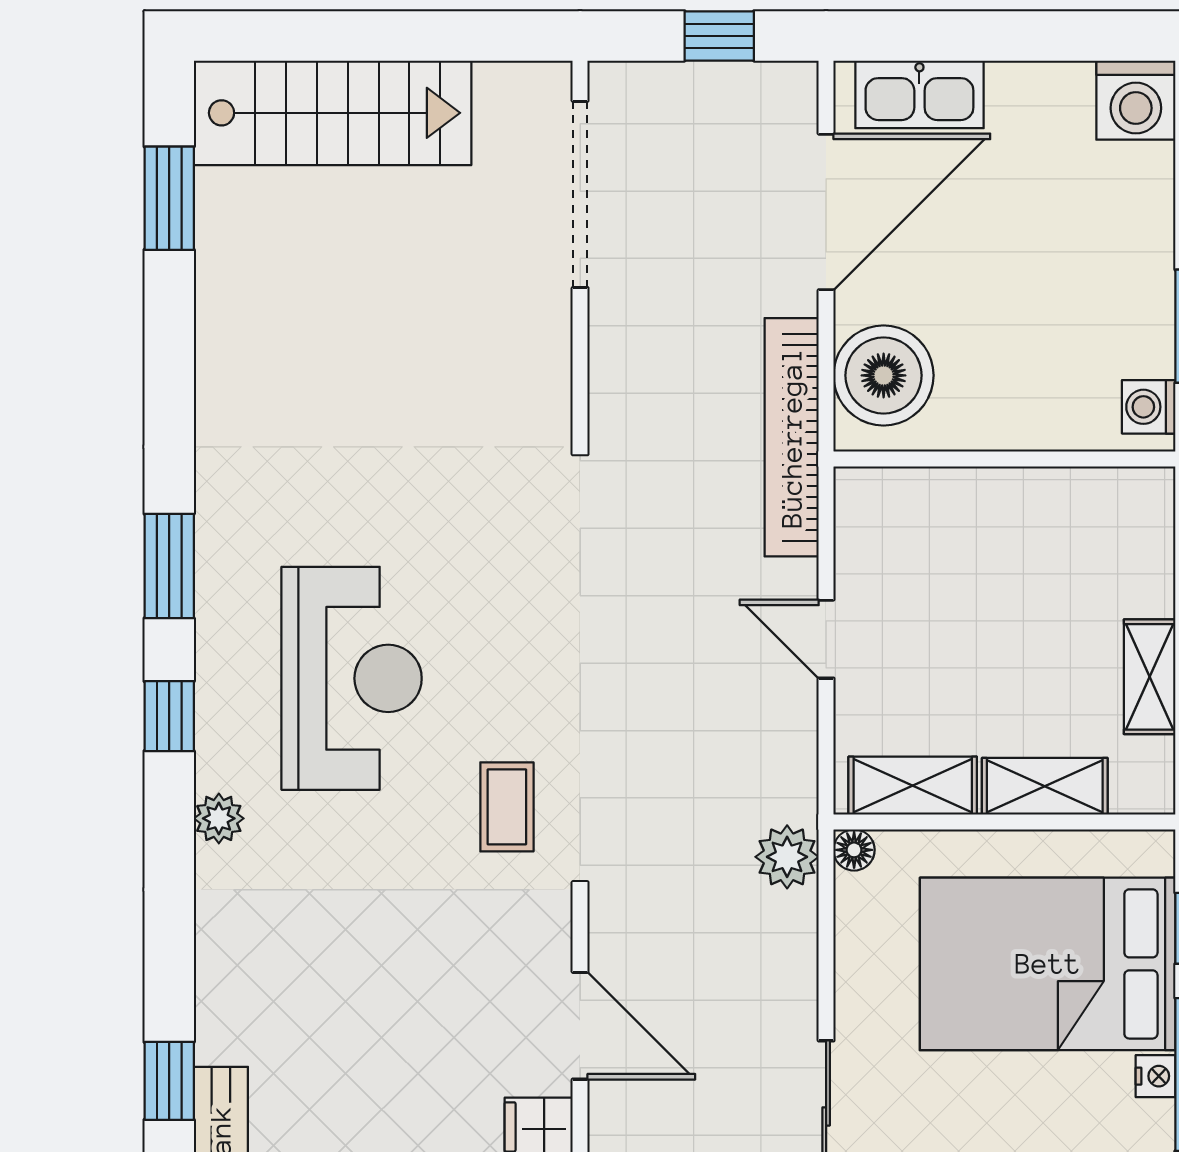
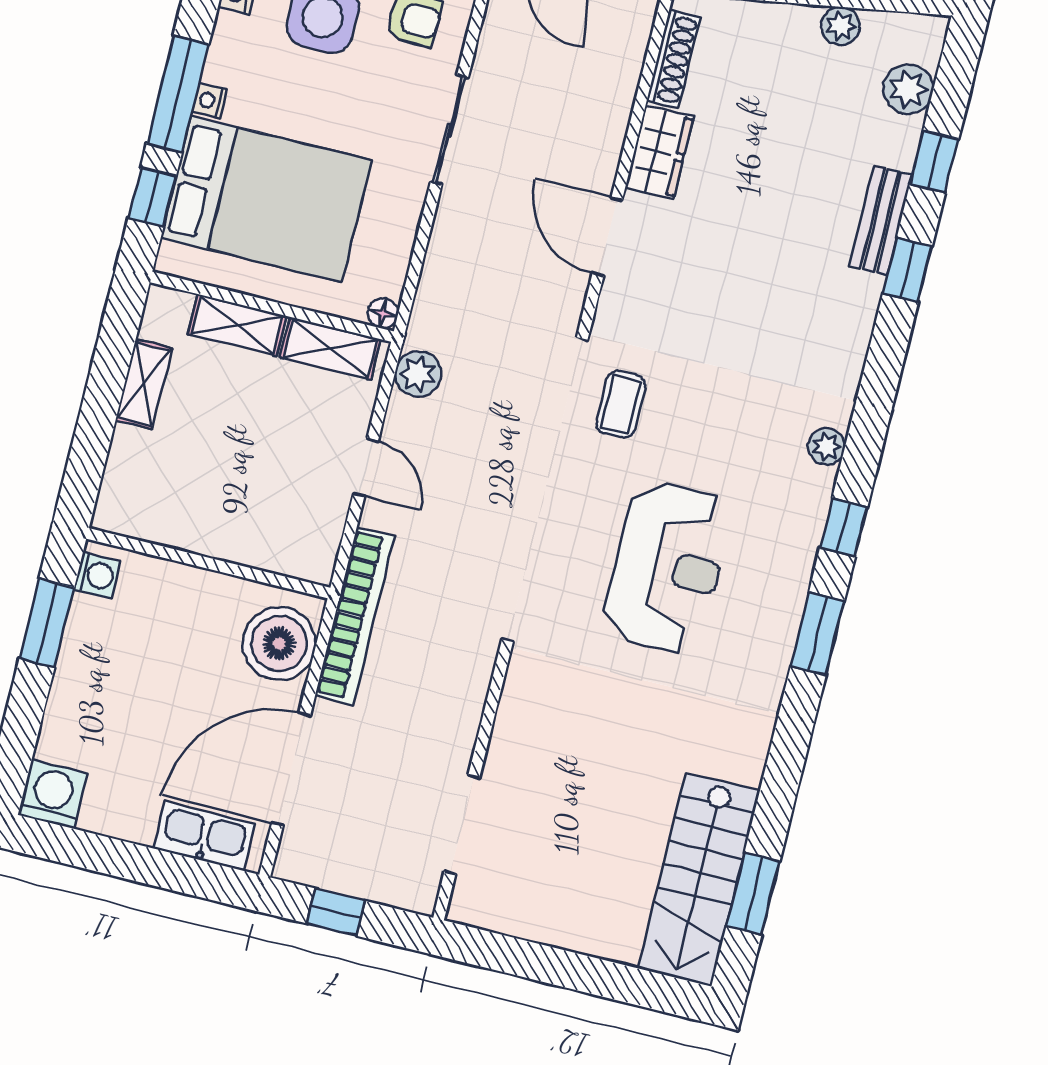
stairs: (333, 113) -> (699, 879), moved, turned -90
doorway: (580, 194) -> (462, 824), width x0.73
reception desk: (352, 678) -> (667, 567), moved, turned 180
plant: (787, 857) -> (418, 374), moved

